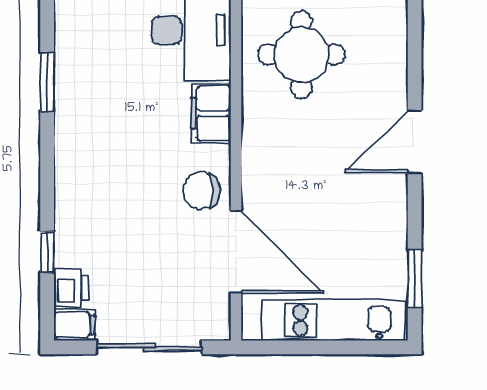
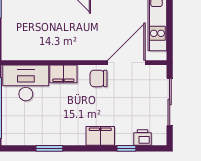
round table: (302, 55) -> (37, 33), removed
chair: (201, 191) -> (99, 78), turned 90
filing cabinet: (75, 325) -> (100, 136), moved, width x2.00

